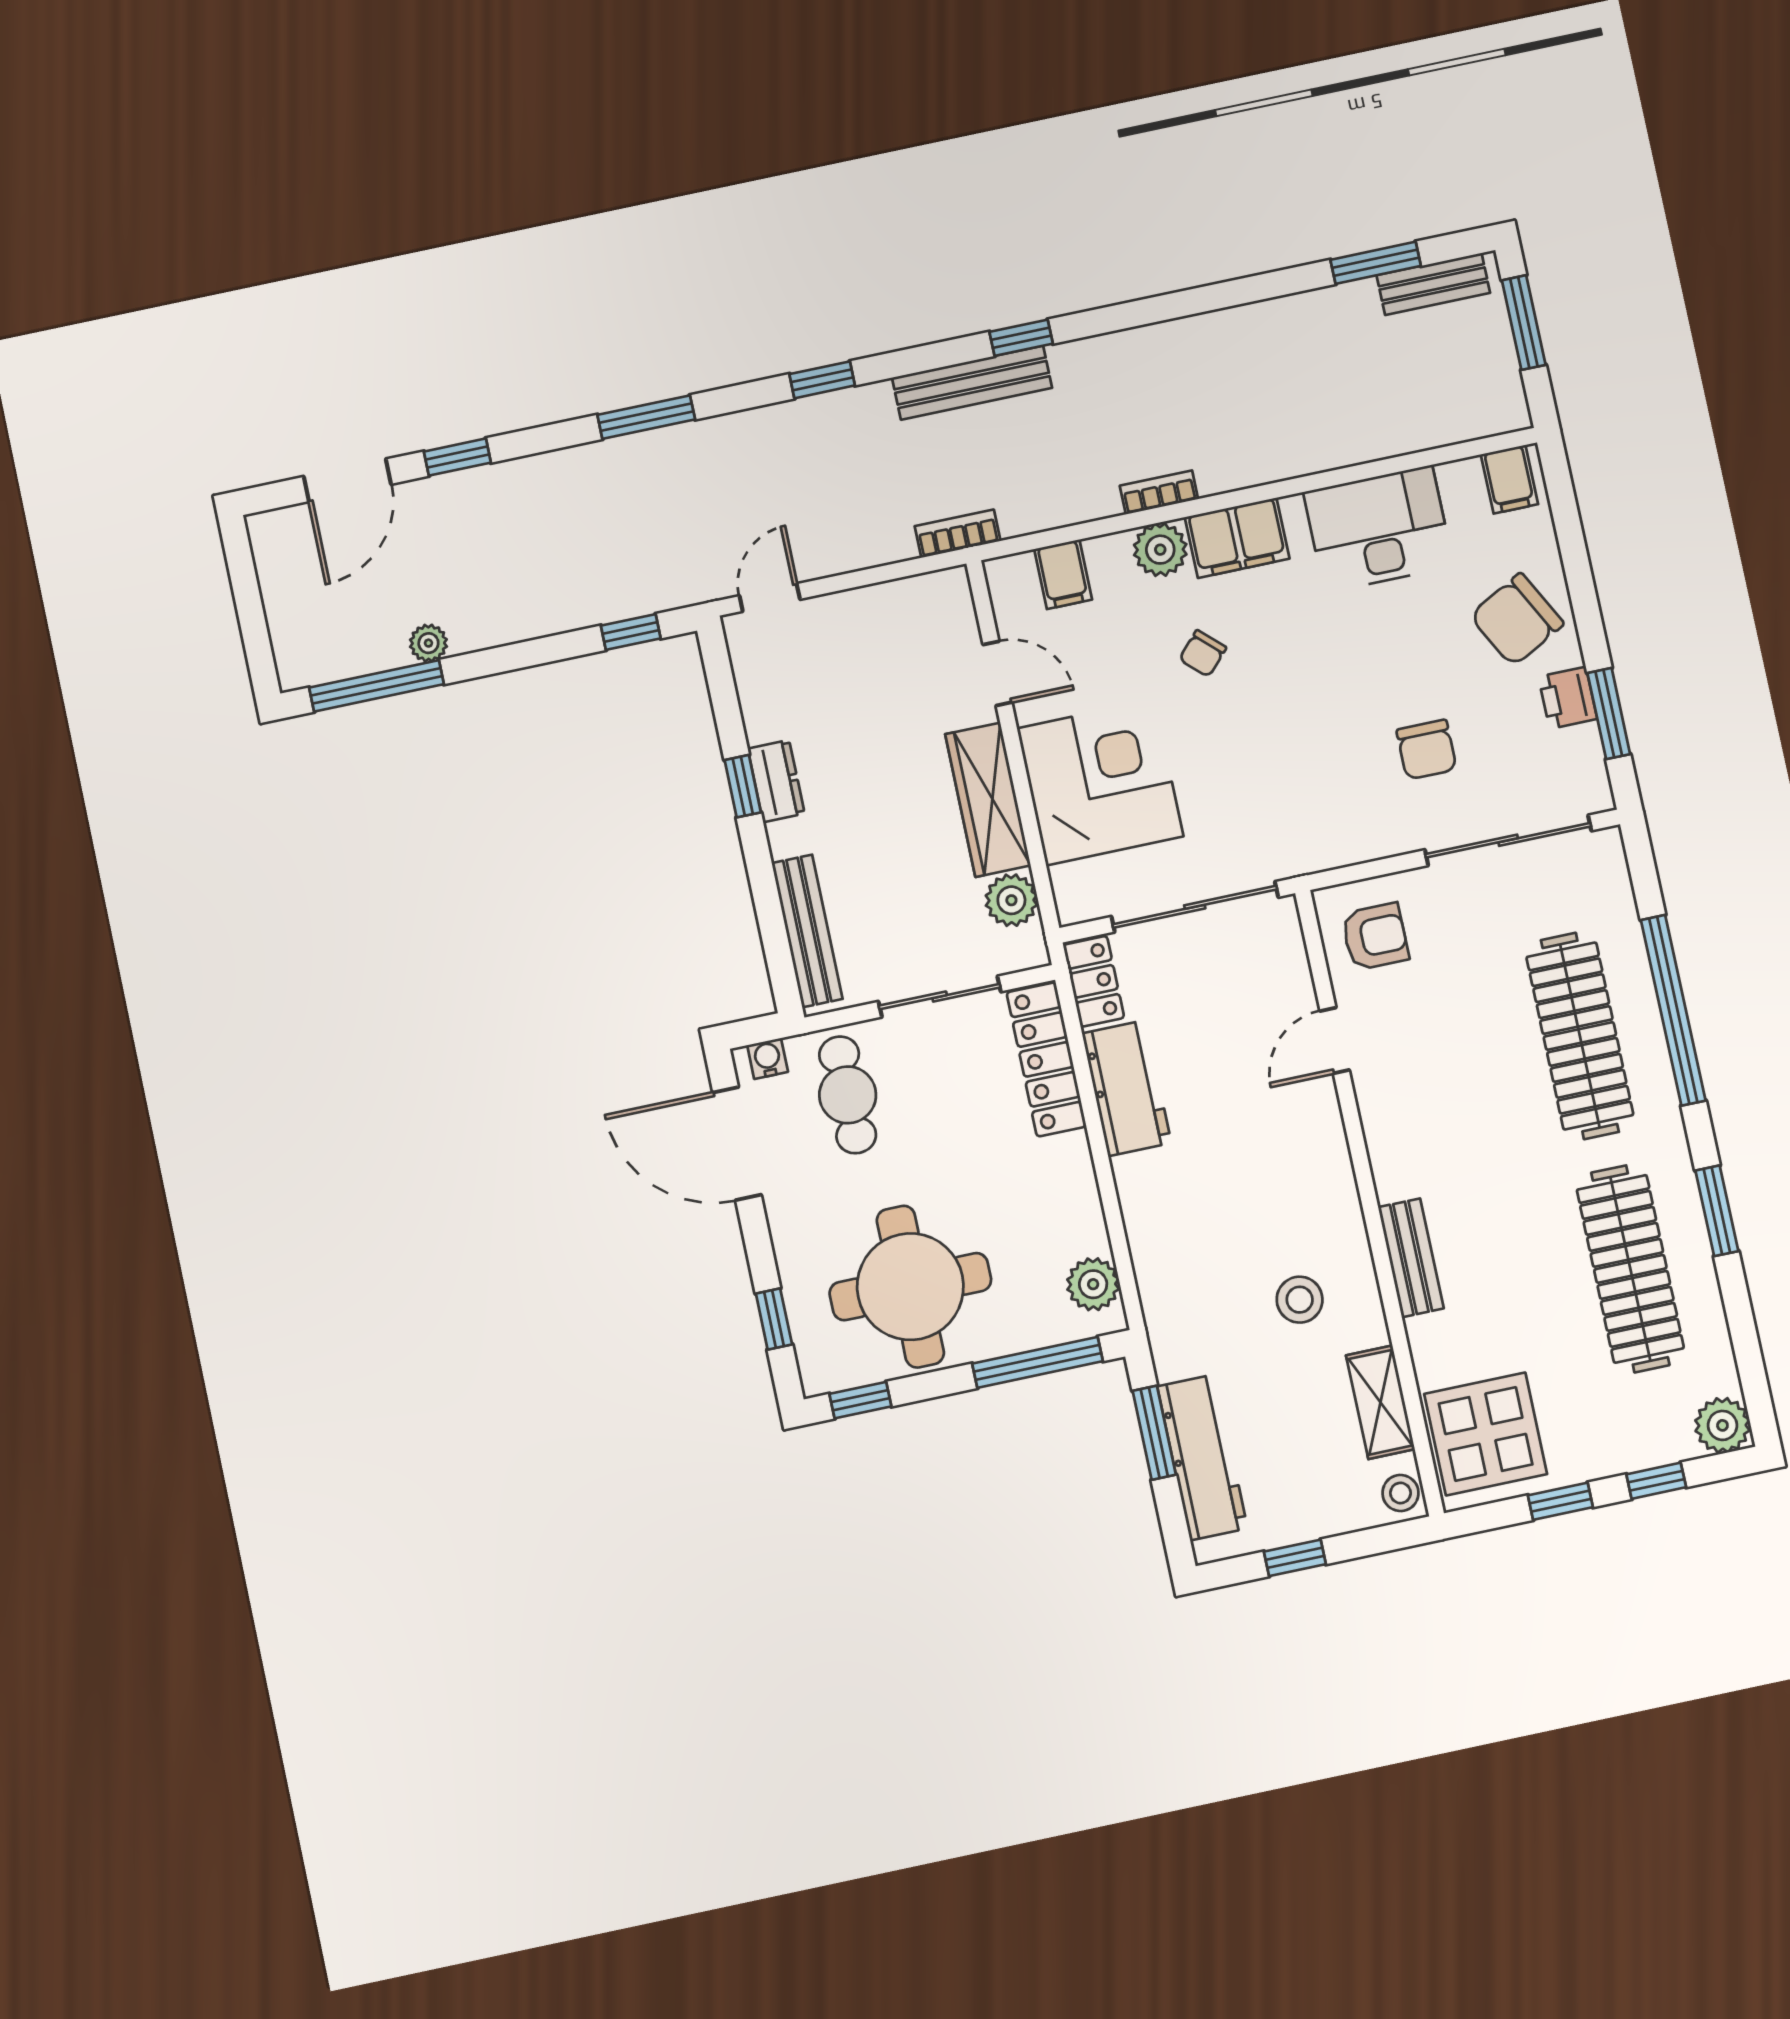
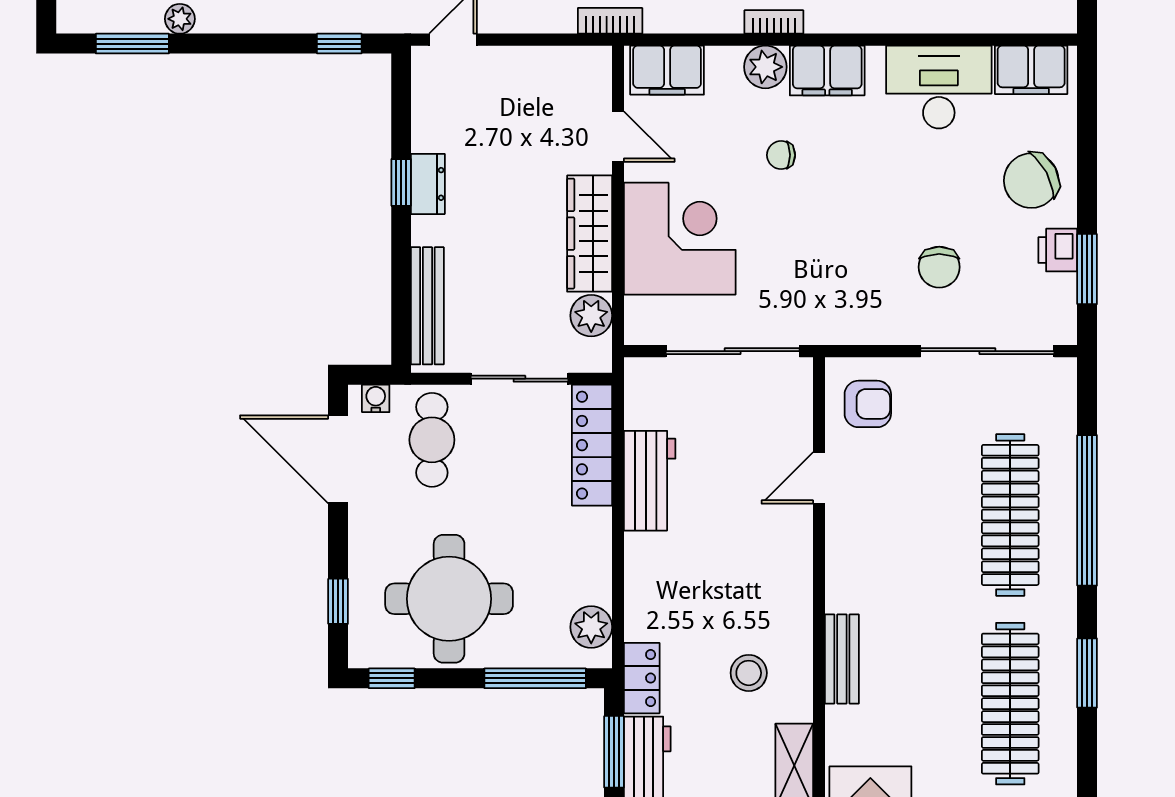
filing cabinet: (1509, 479) -> (1031, 70), width x2.00
filing cabinet: (1063, 574) -> (667, 70), width x2.00
chair: (1203, 653) -> (781, 155), turned 47
window: (376, 686) -> (132, 44), width x0.69
locker: (1094, 981) -> (642, 678), moved

